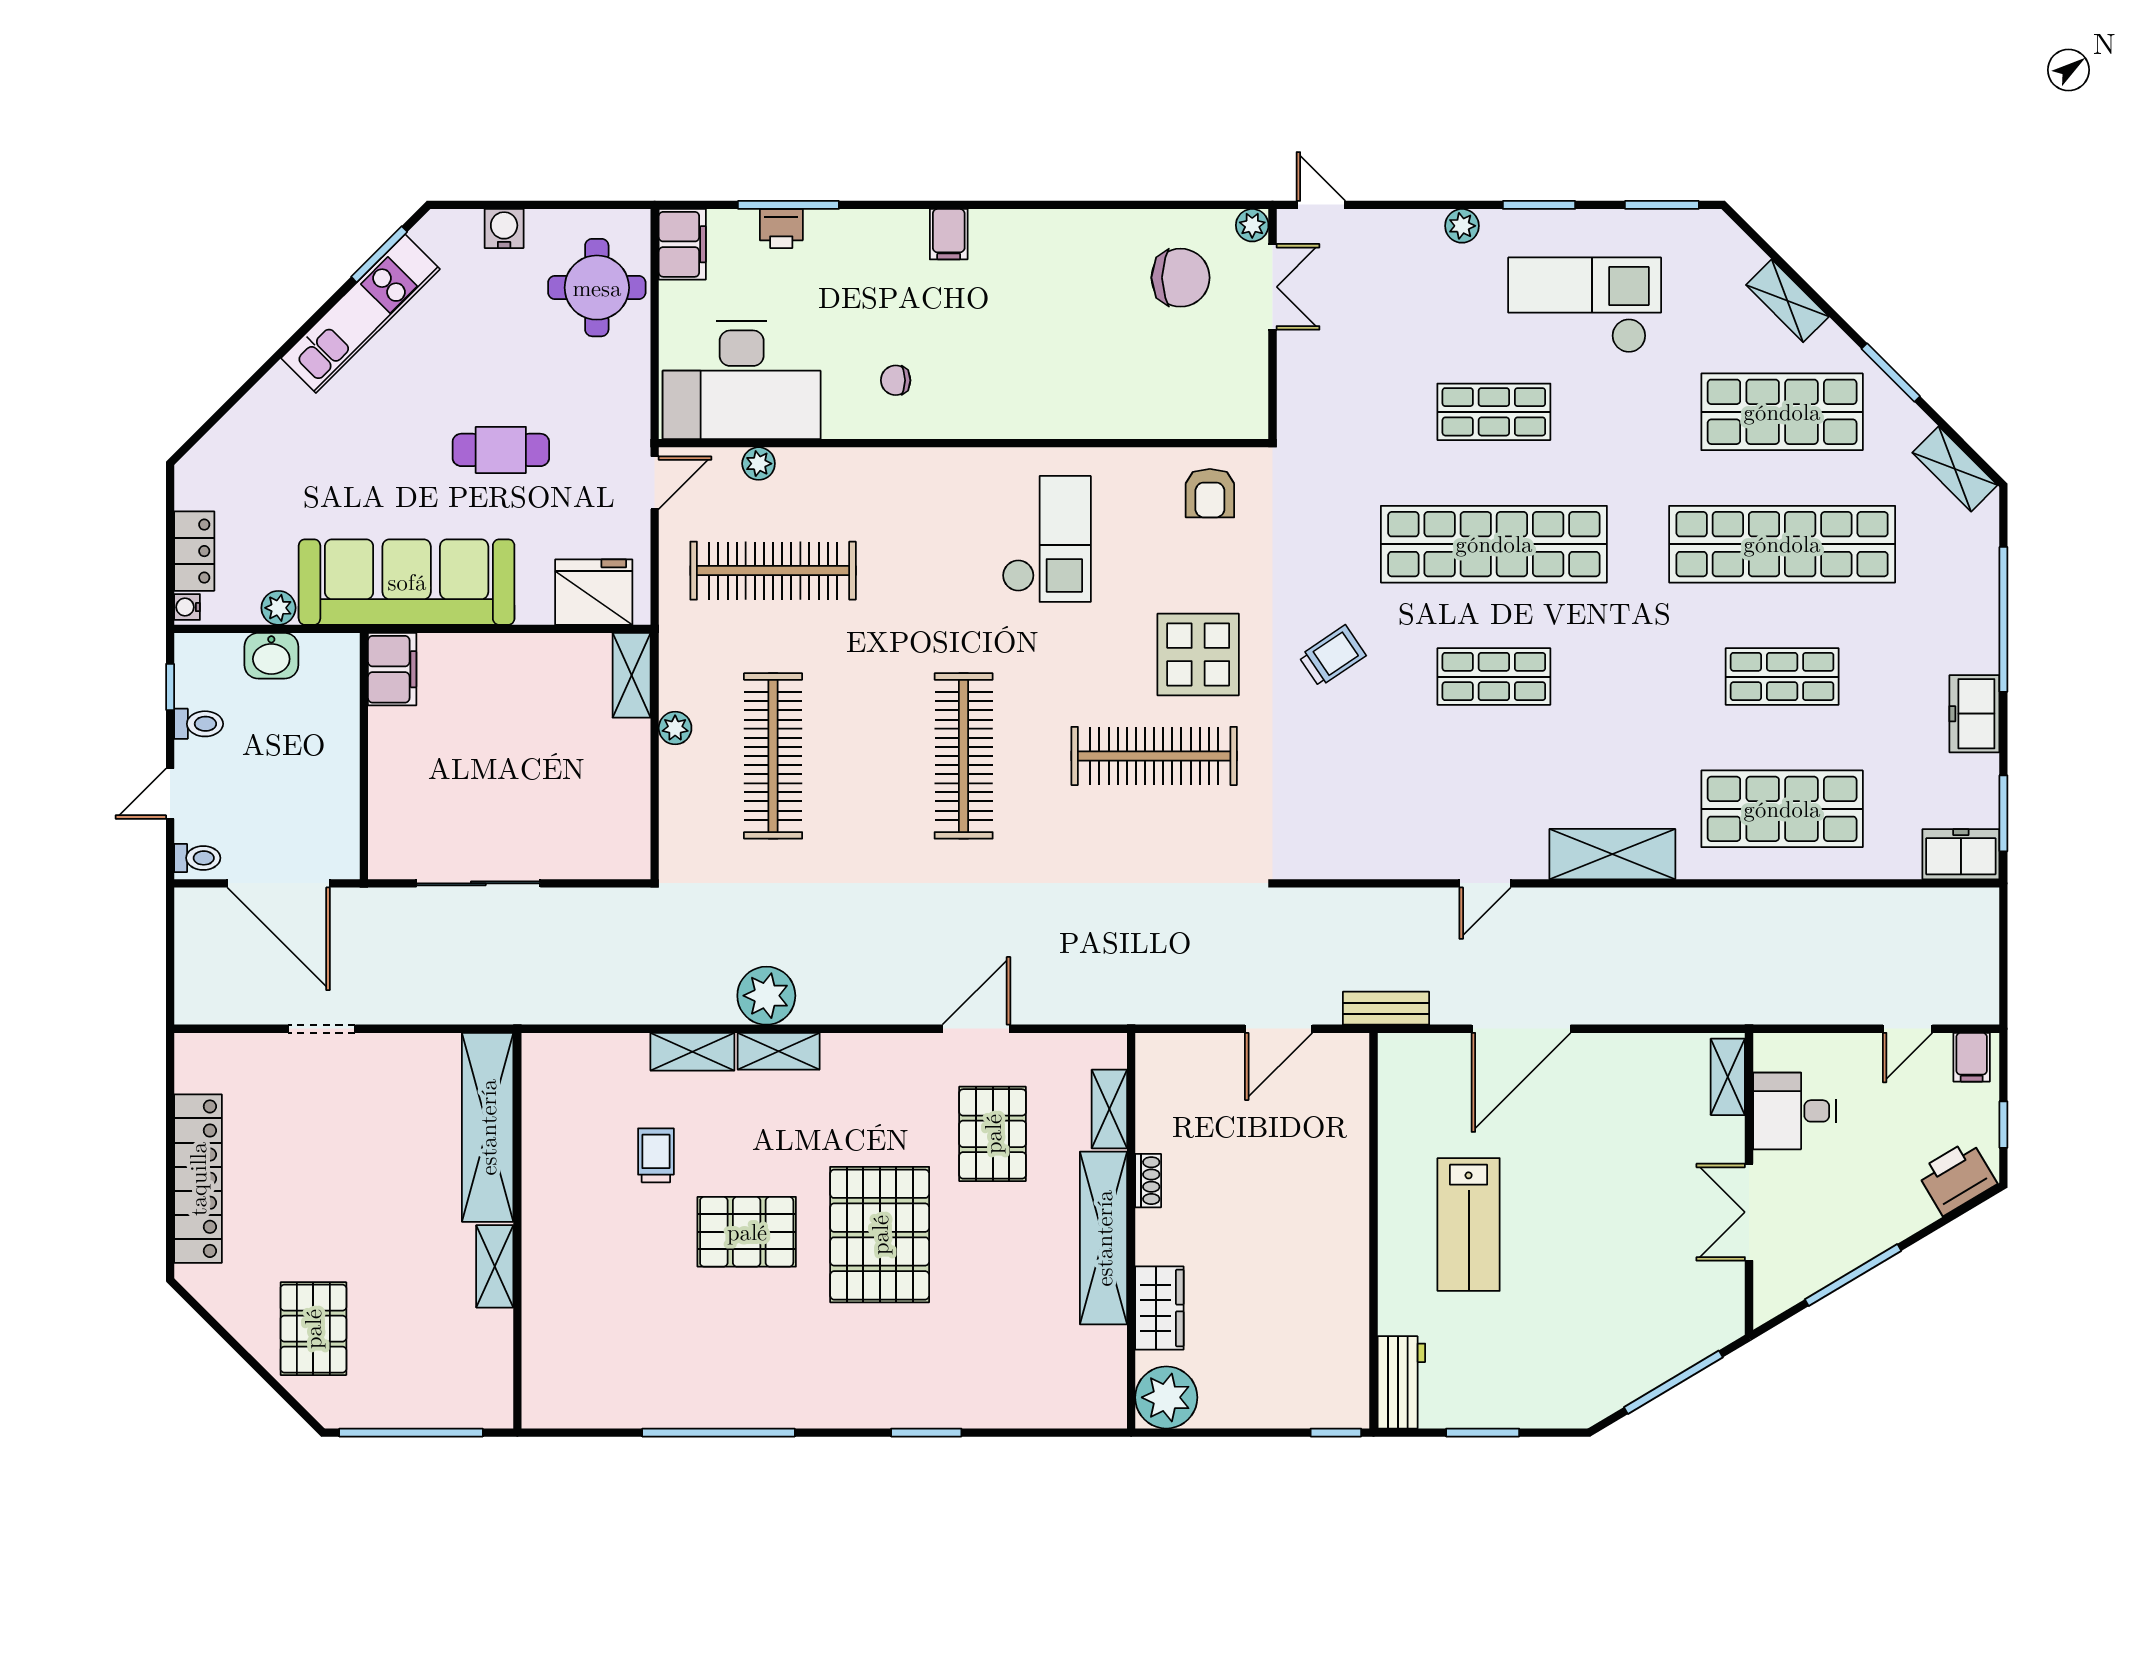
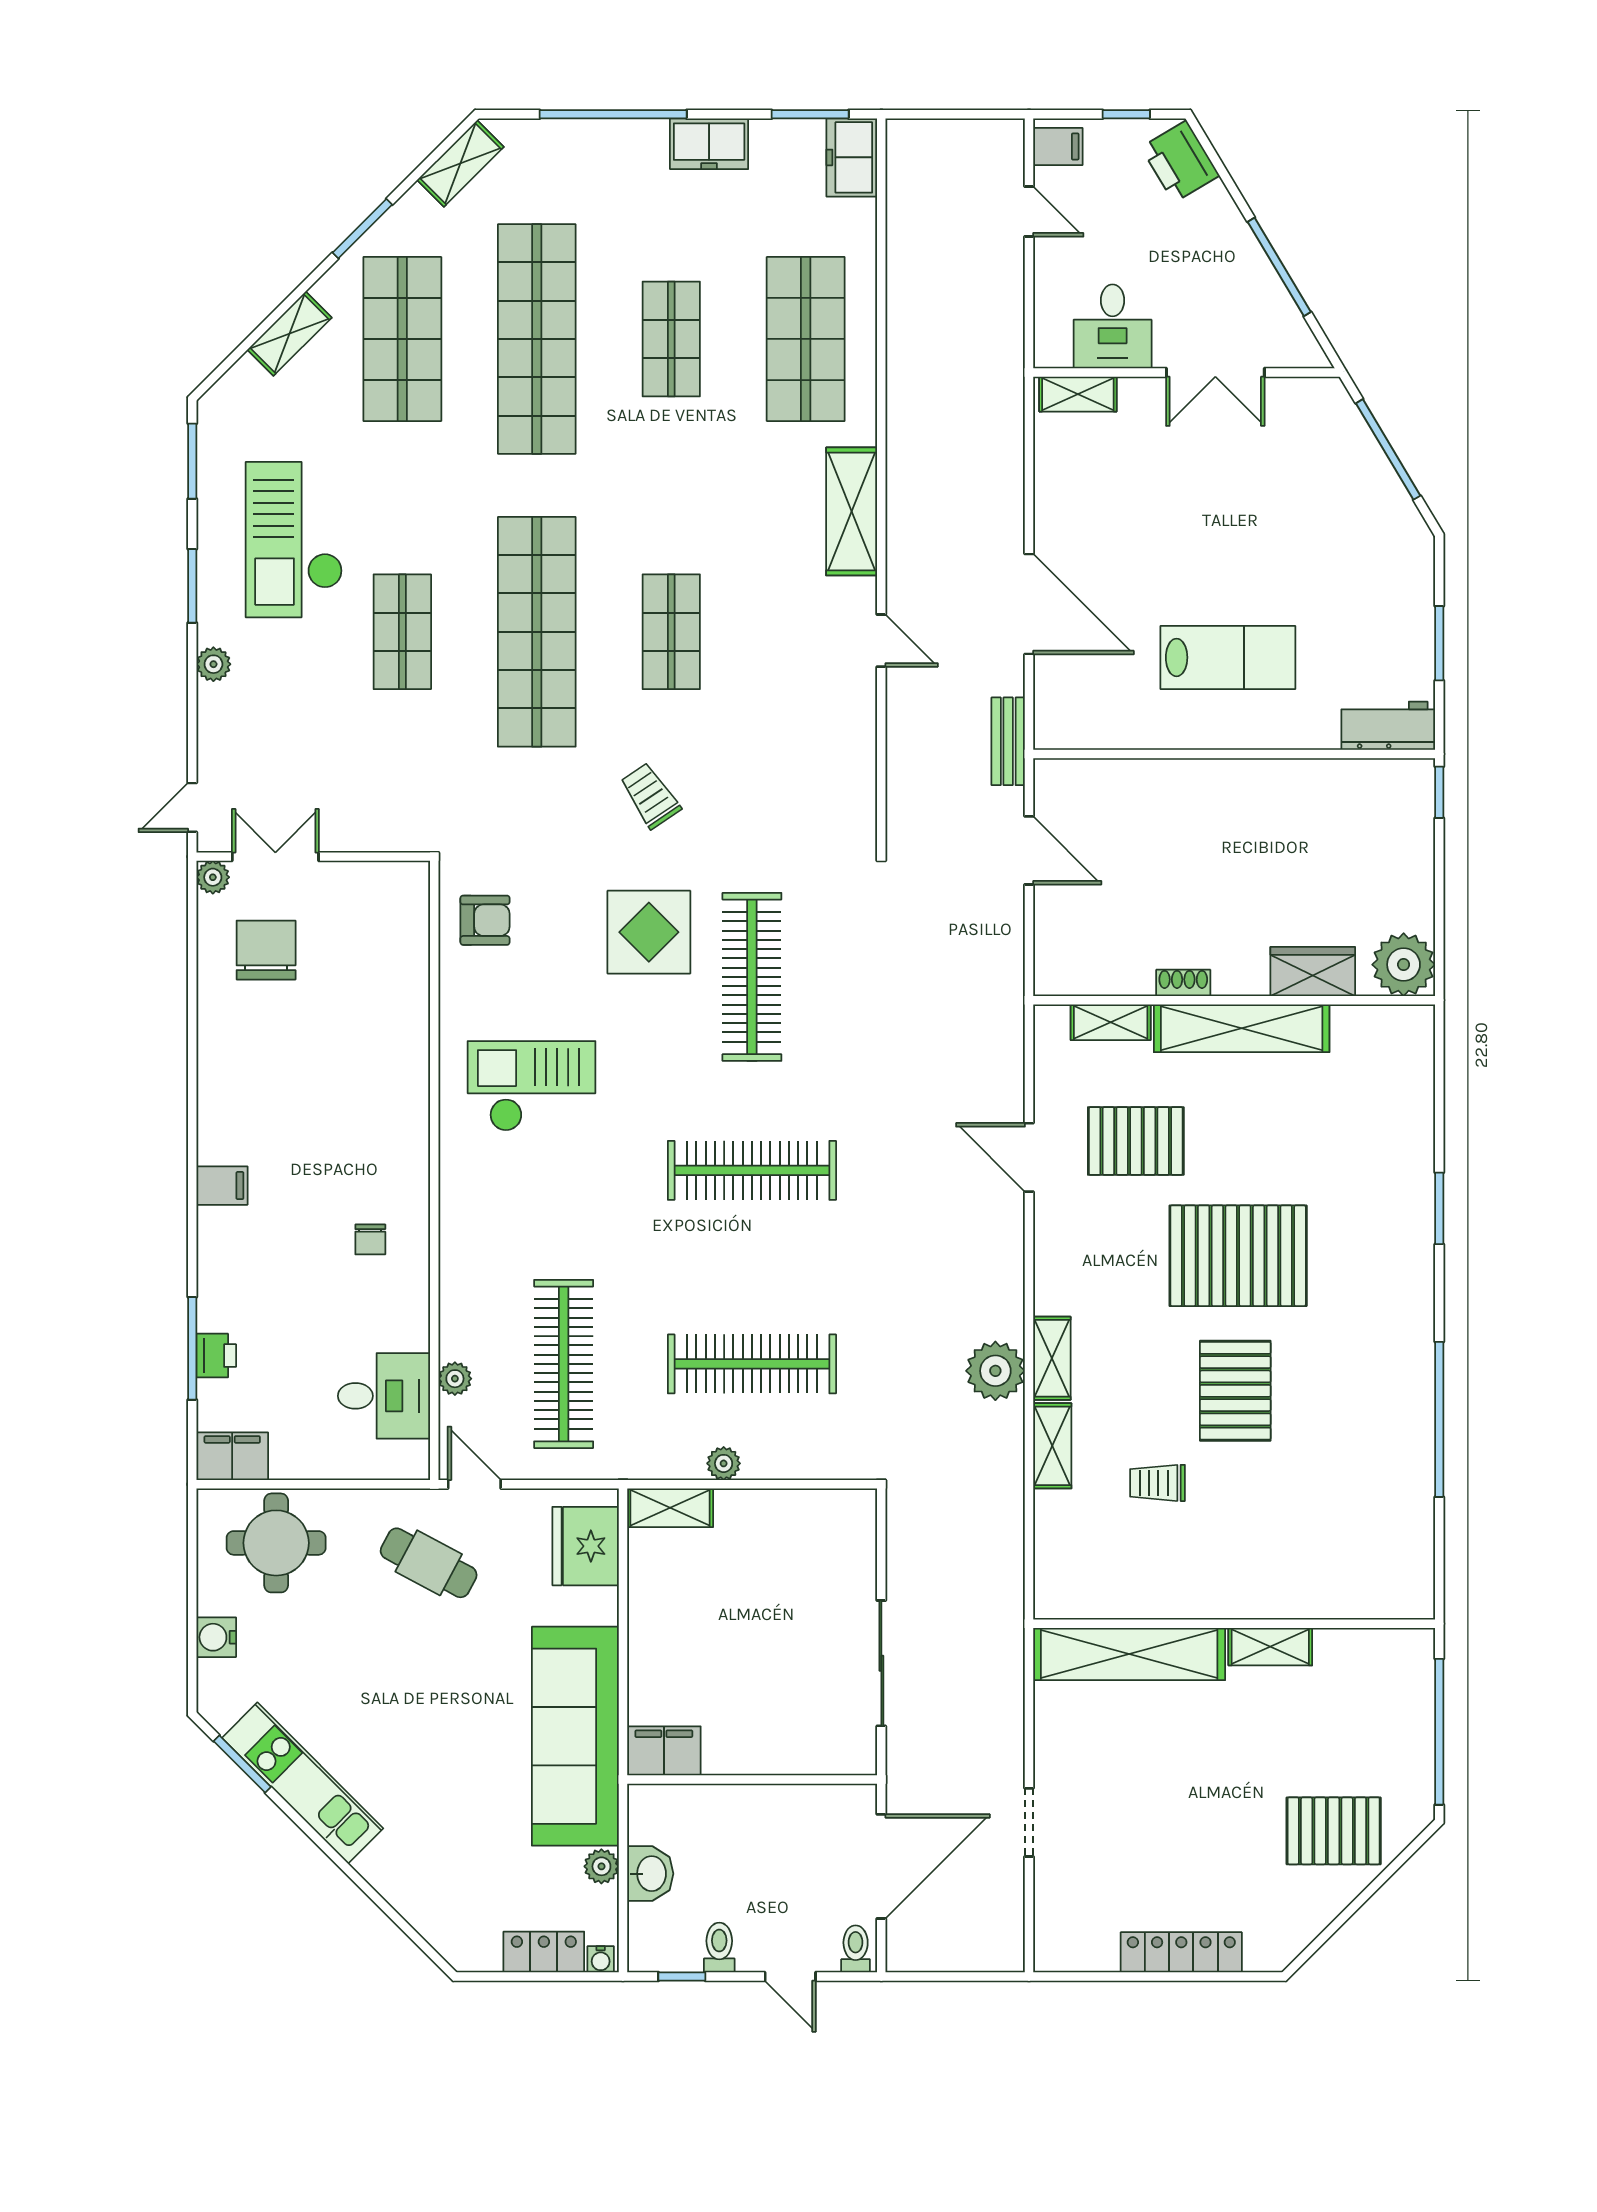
desk: (742, 380) -> (384, 1396), width x0.53, depth x0.77
cafe table: (501, 450) -> (429, 1563), moved, turned -62
locker: (198, 1179) -> (1181, 1952), width x0.71, depth x0.83

